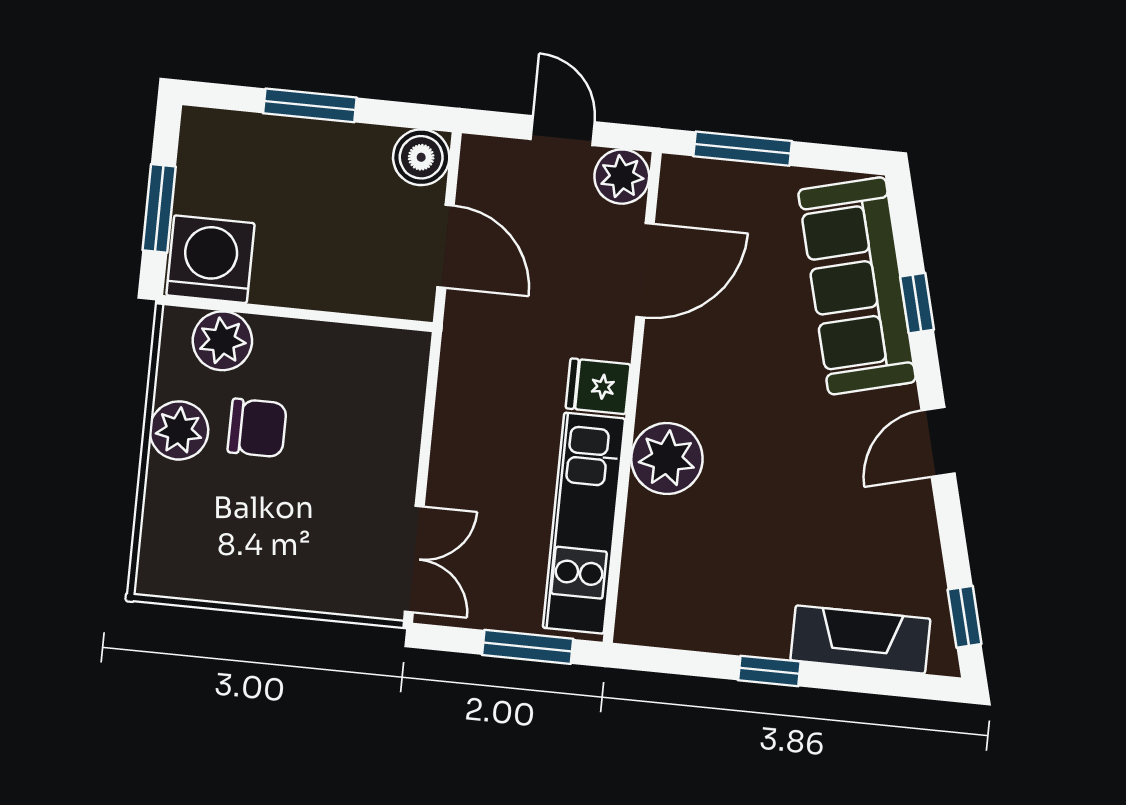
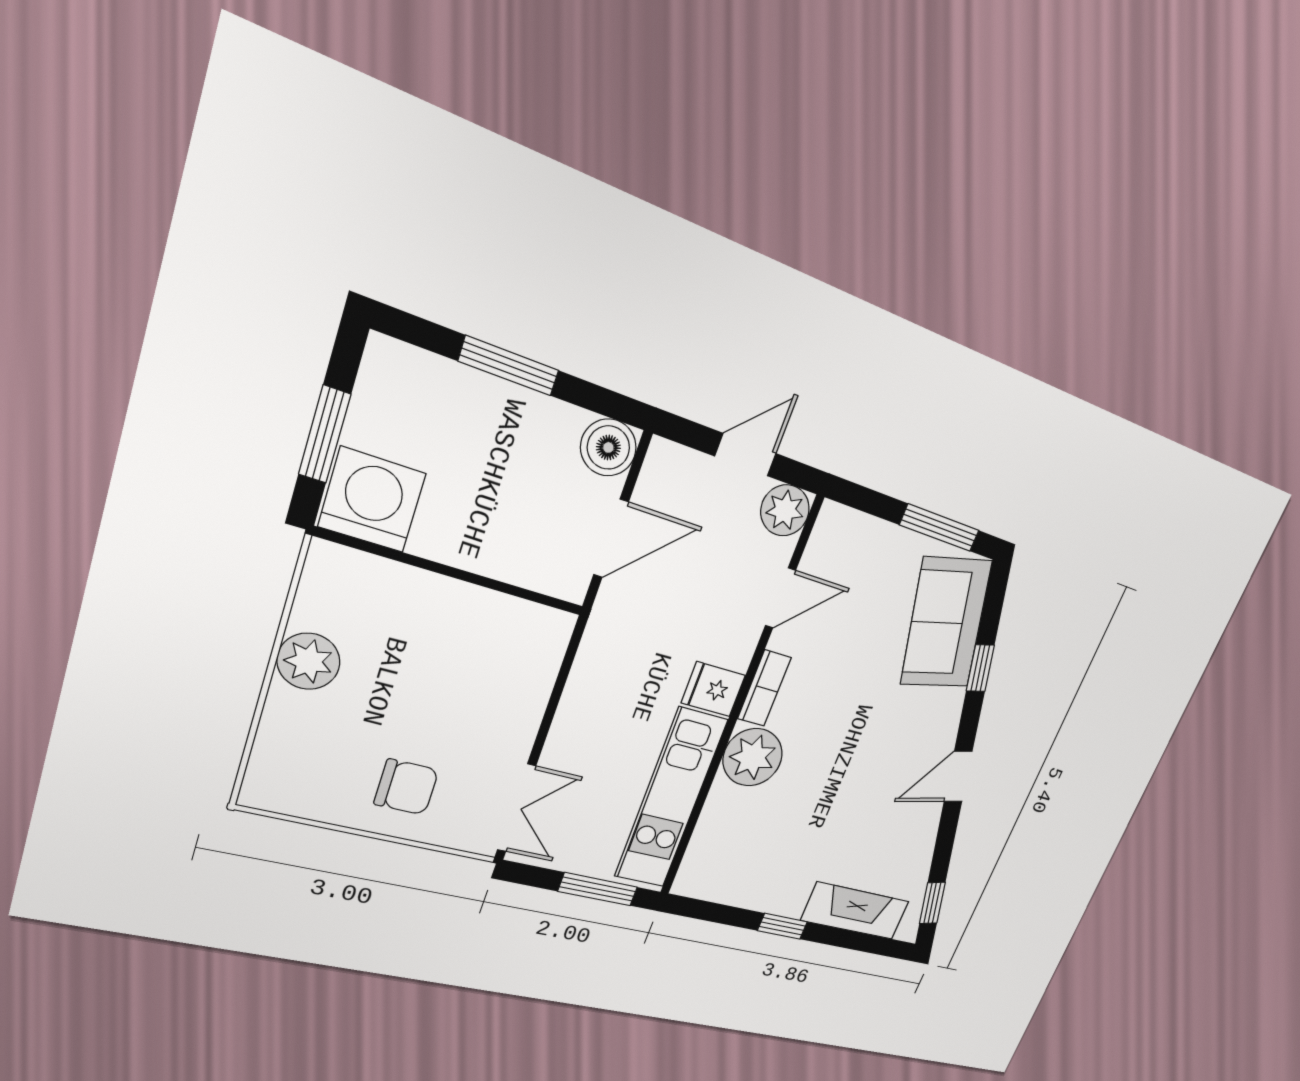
door: (563, 131) -> (746, 455), hinge flipped
window: (743, 149) -> (939, 528), moved
door: (445, 246) -> (611, 538), hinge flipped
door: (645, 270) -> (780, 598), width x0.73
sofa: (857, 286) -> (946, 623), width x0.73
plant: (222, 341) -> (370, 584), removed
bookcase: (657, 375) -> (764, 688), added
chair: (257, 428) -> (406, 787), moved

